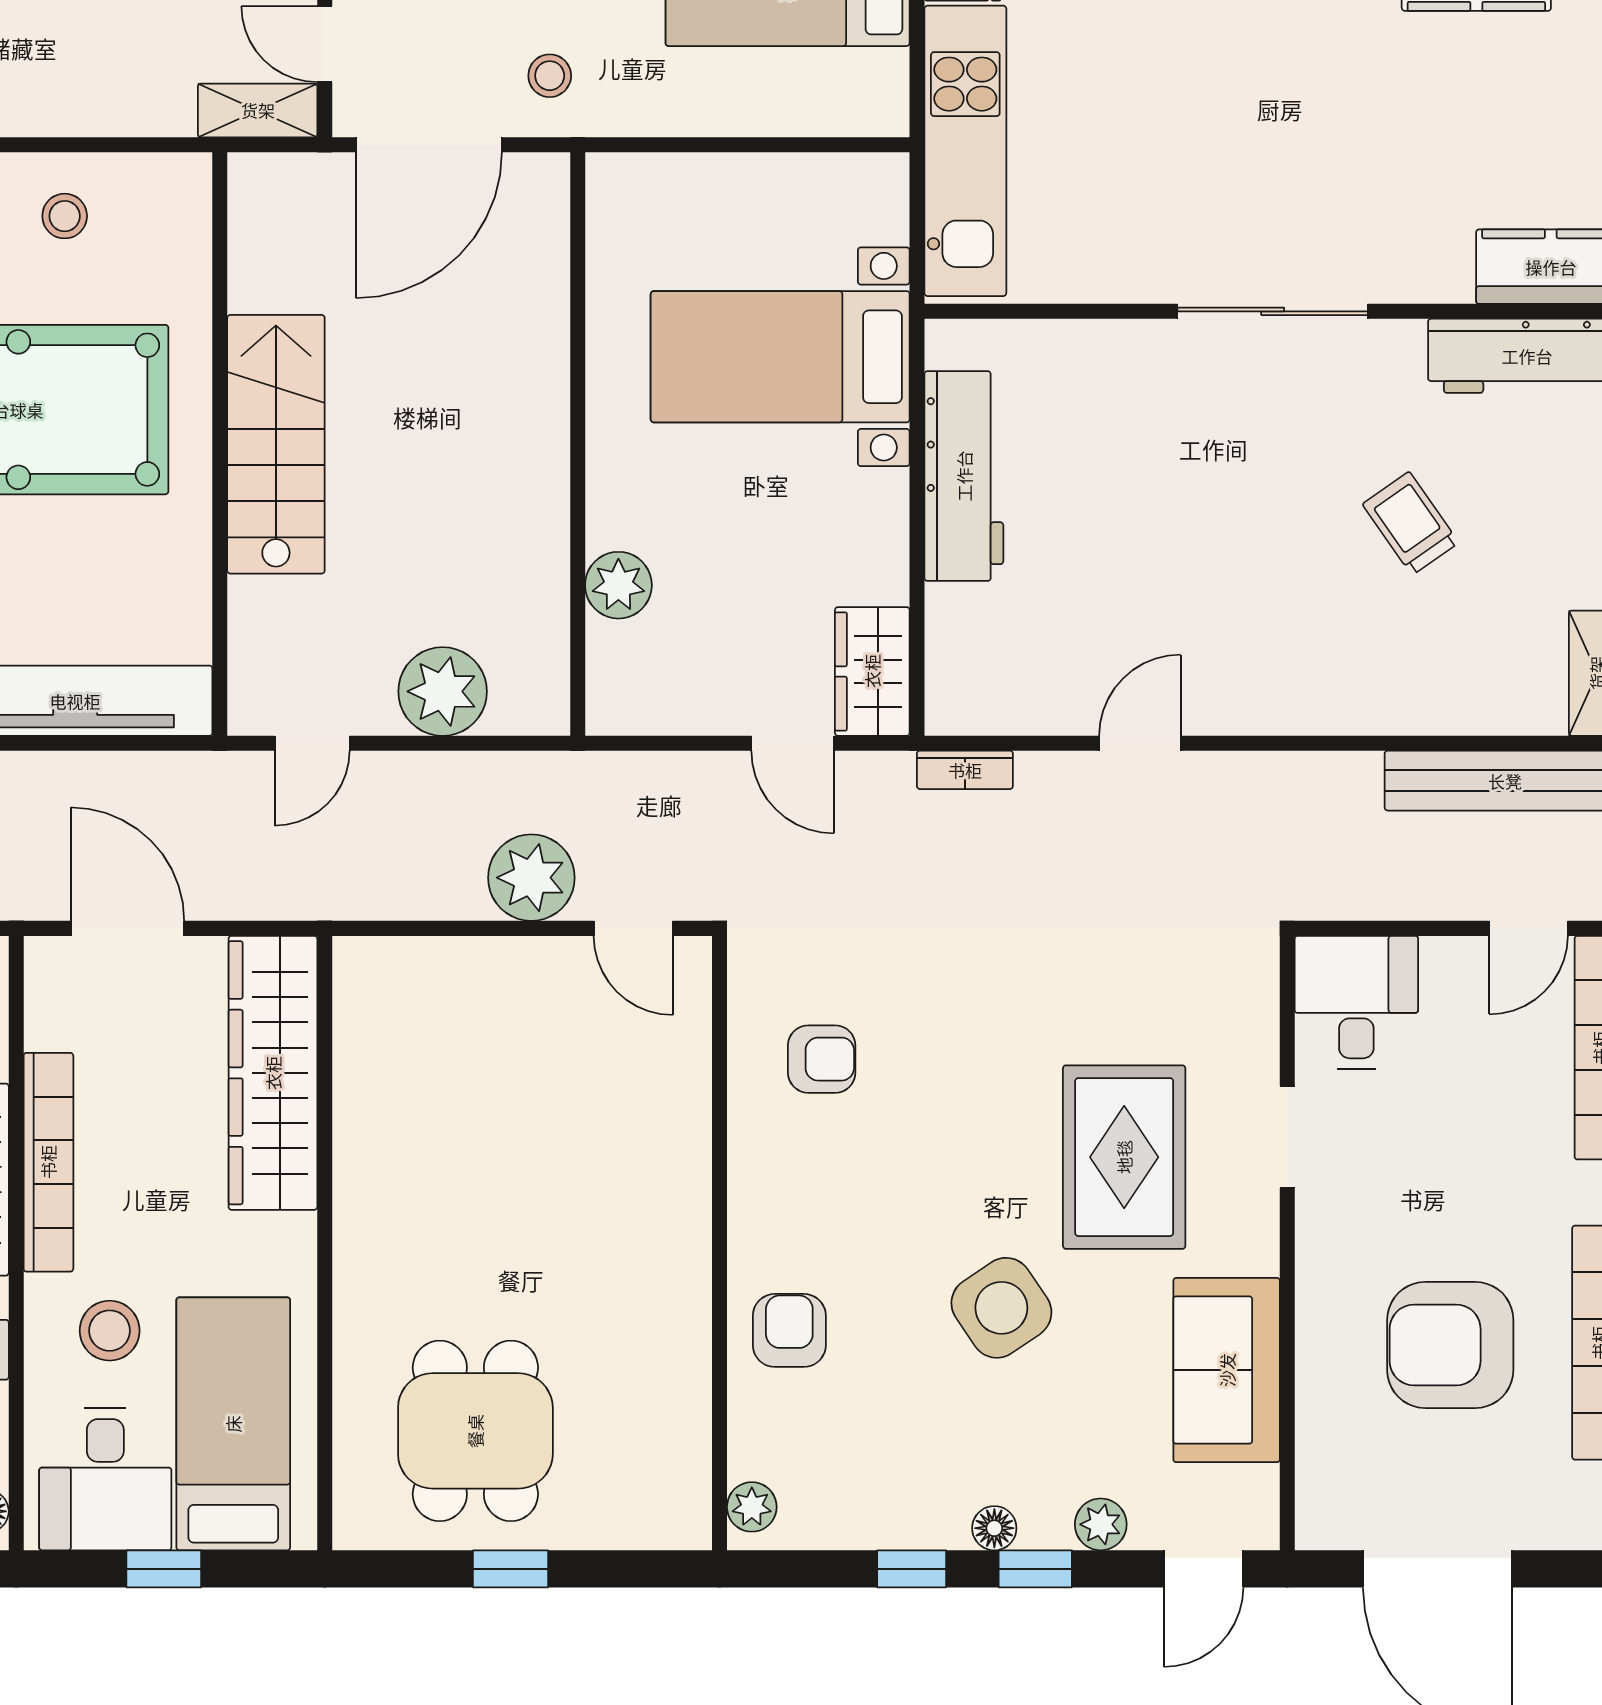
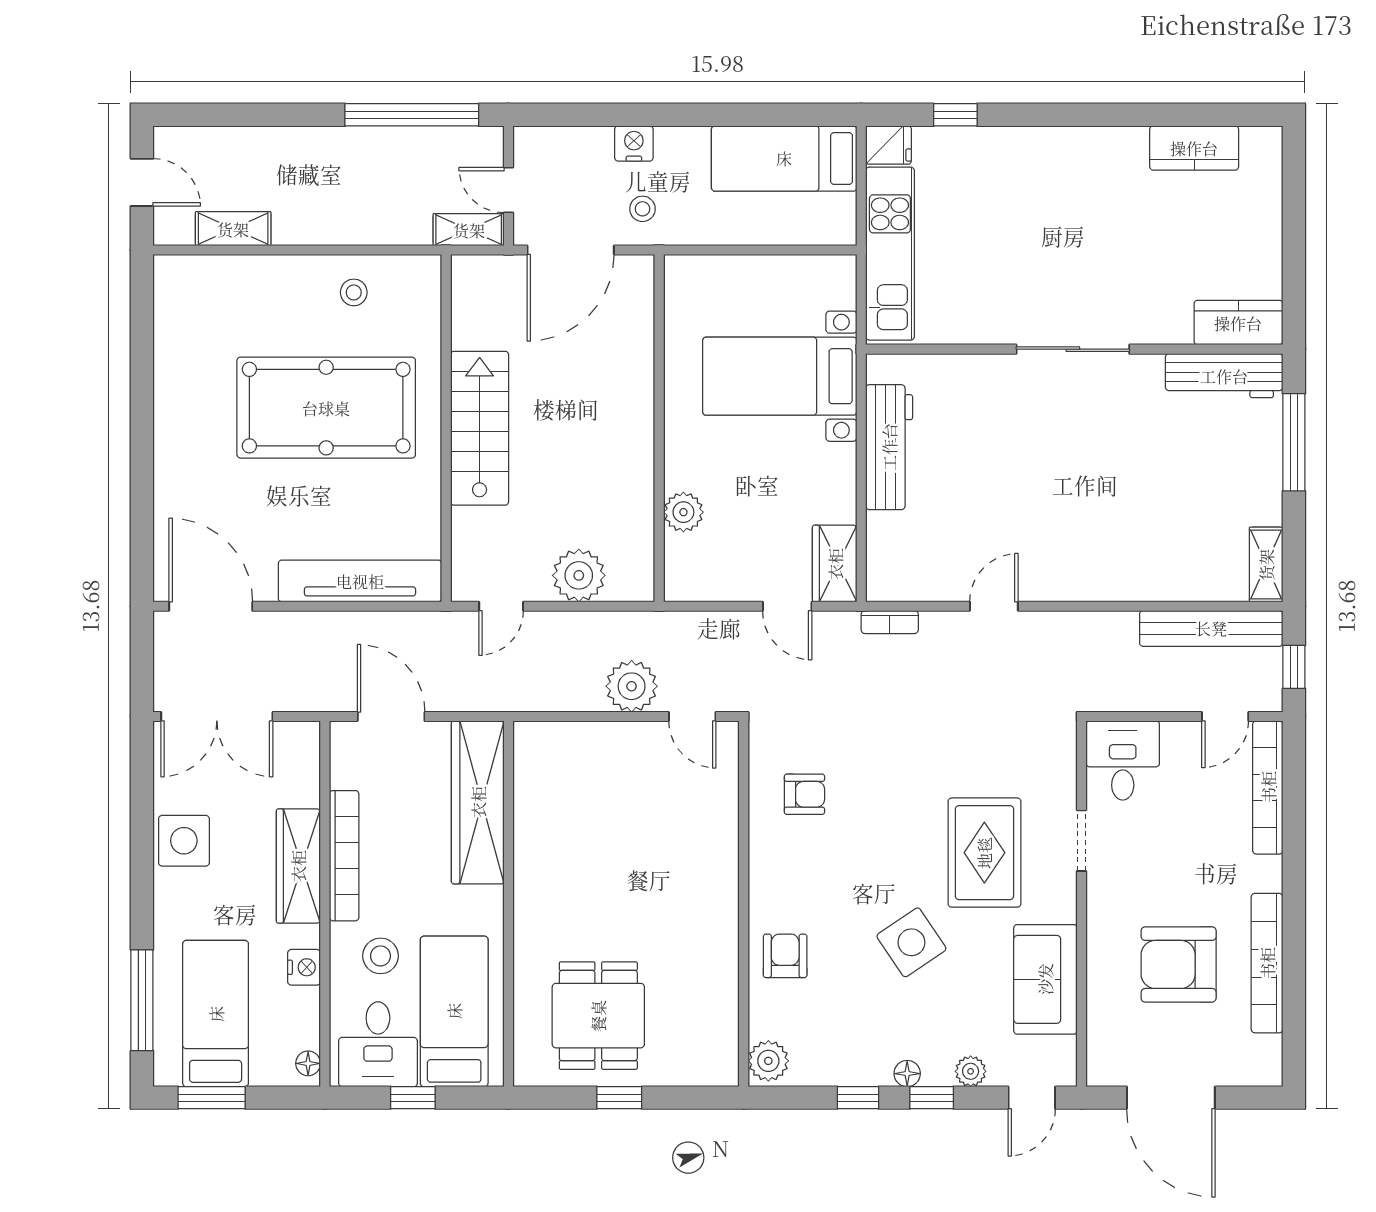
trolley: (1411, 523) -> (1155, 475), removed
plant: (752, 1507) -> (768, 1061), width x1.38, depth x1.38

